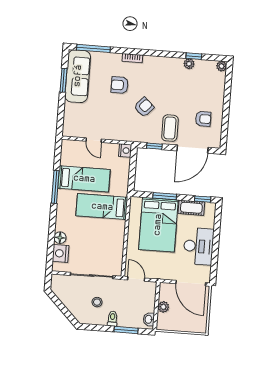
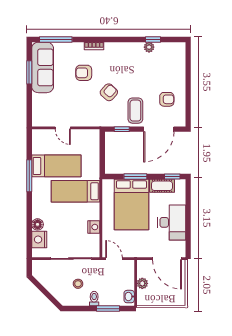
plant: (222, 66) -> (181, 47), removed
nightstand: (125, 150) -> (94, 227), moved

